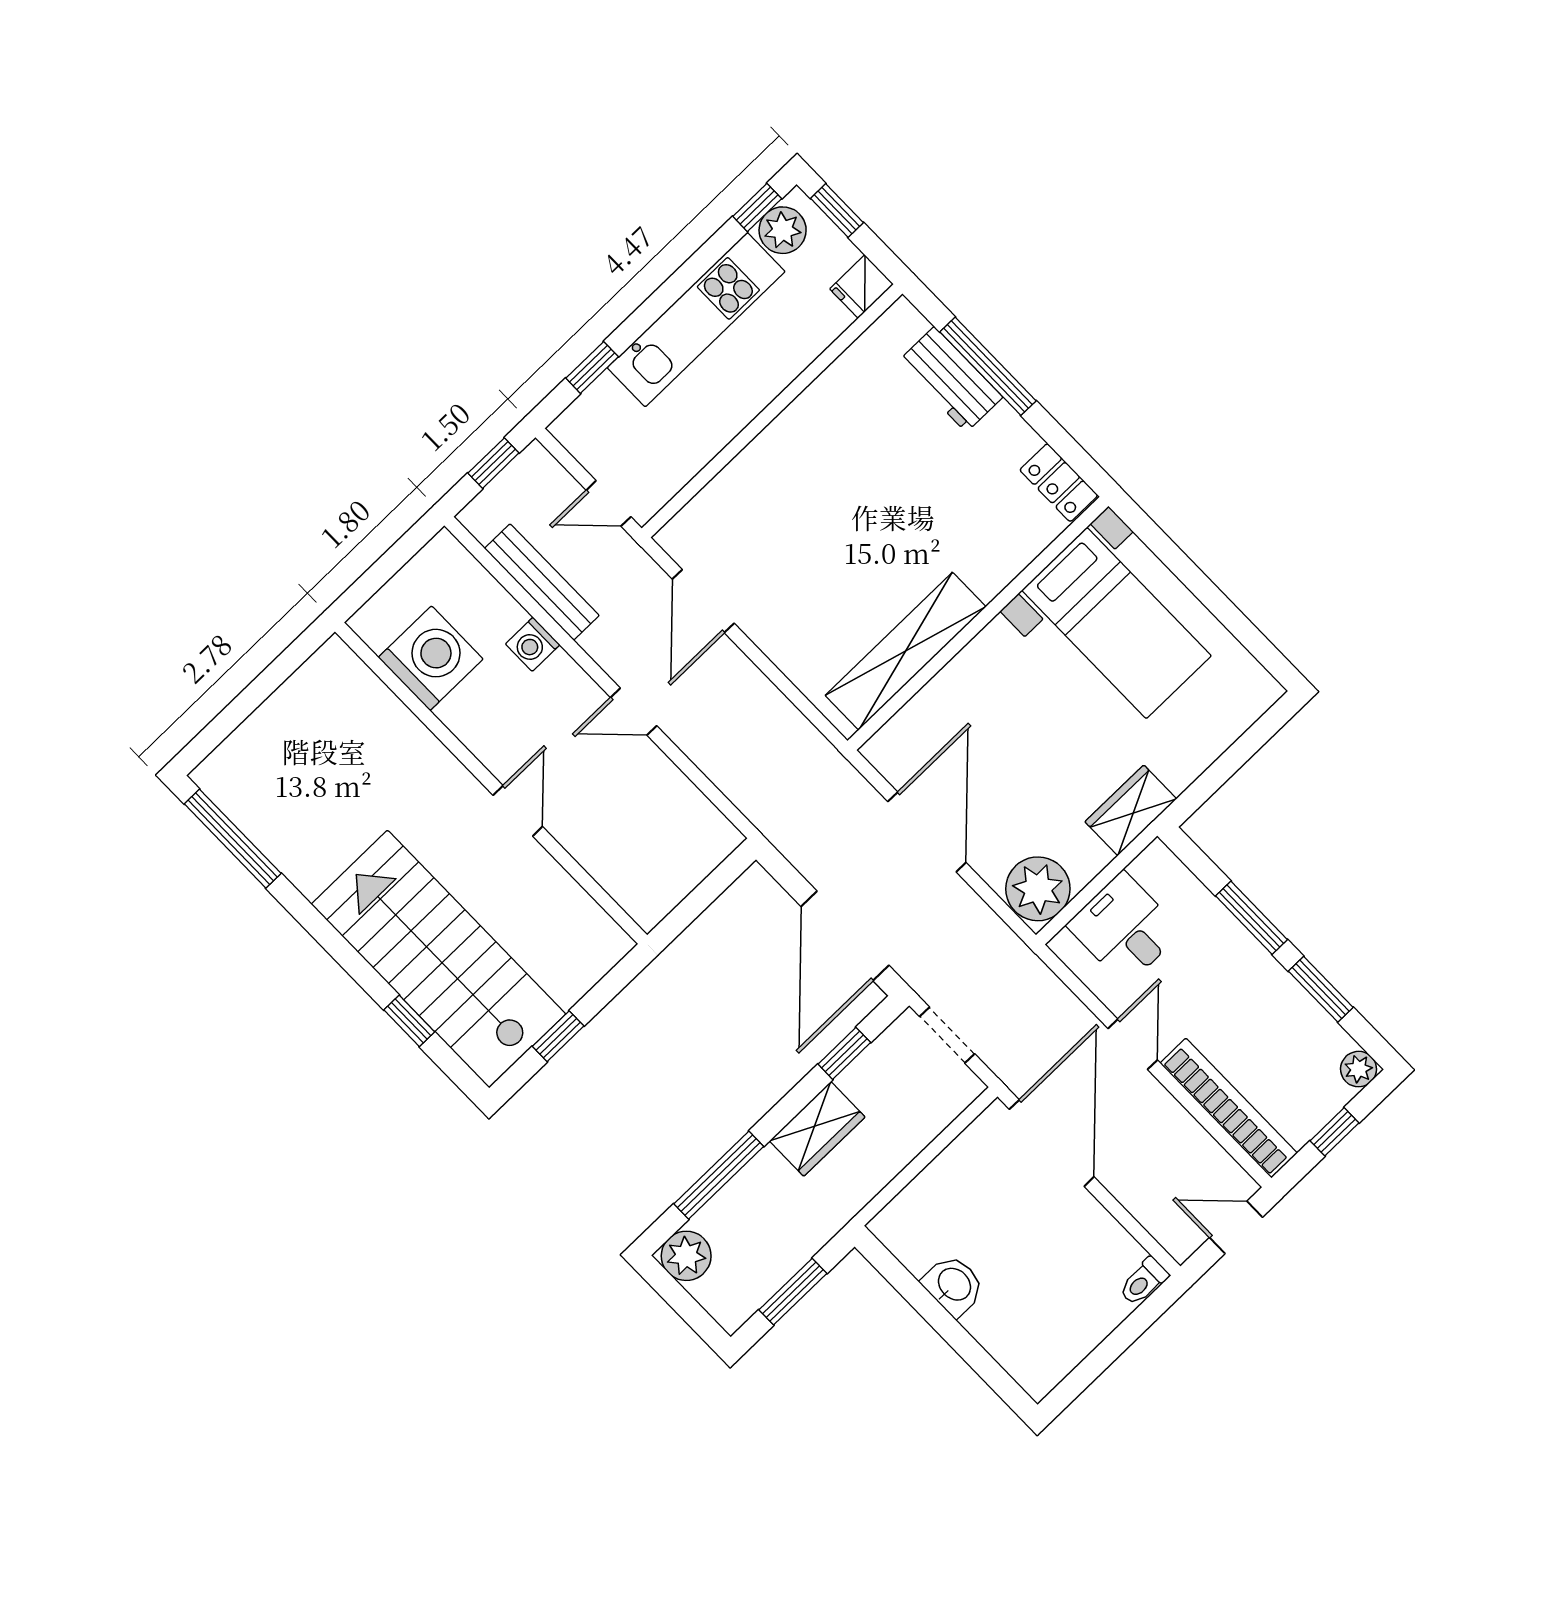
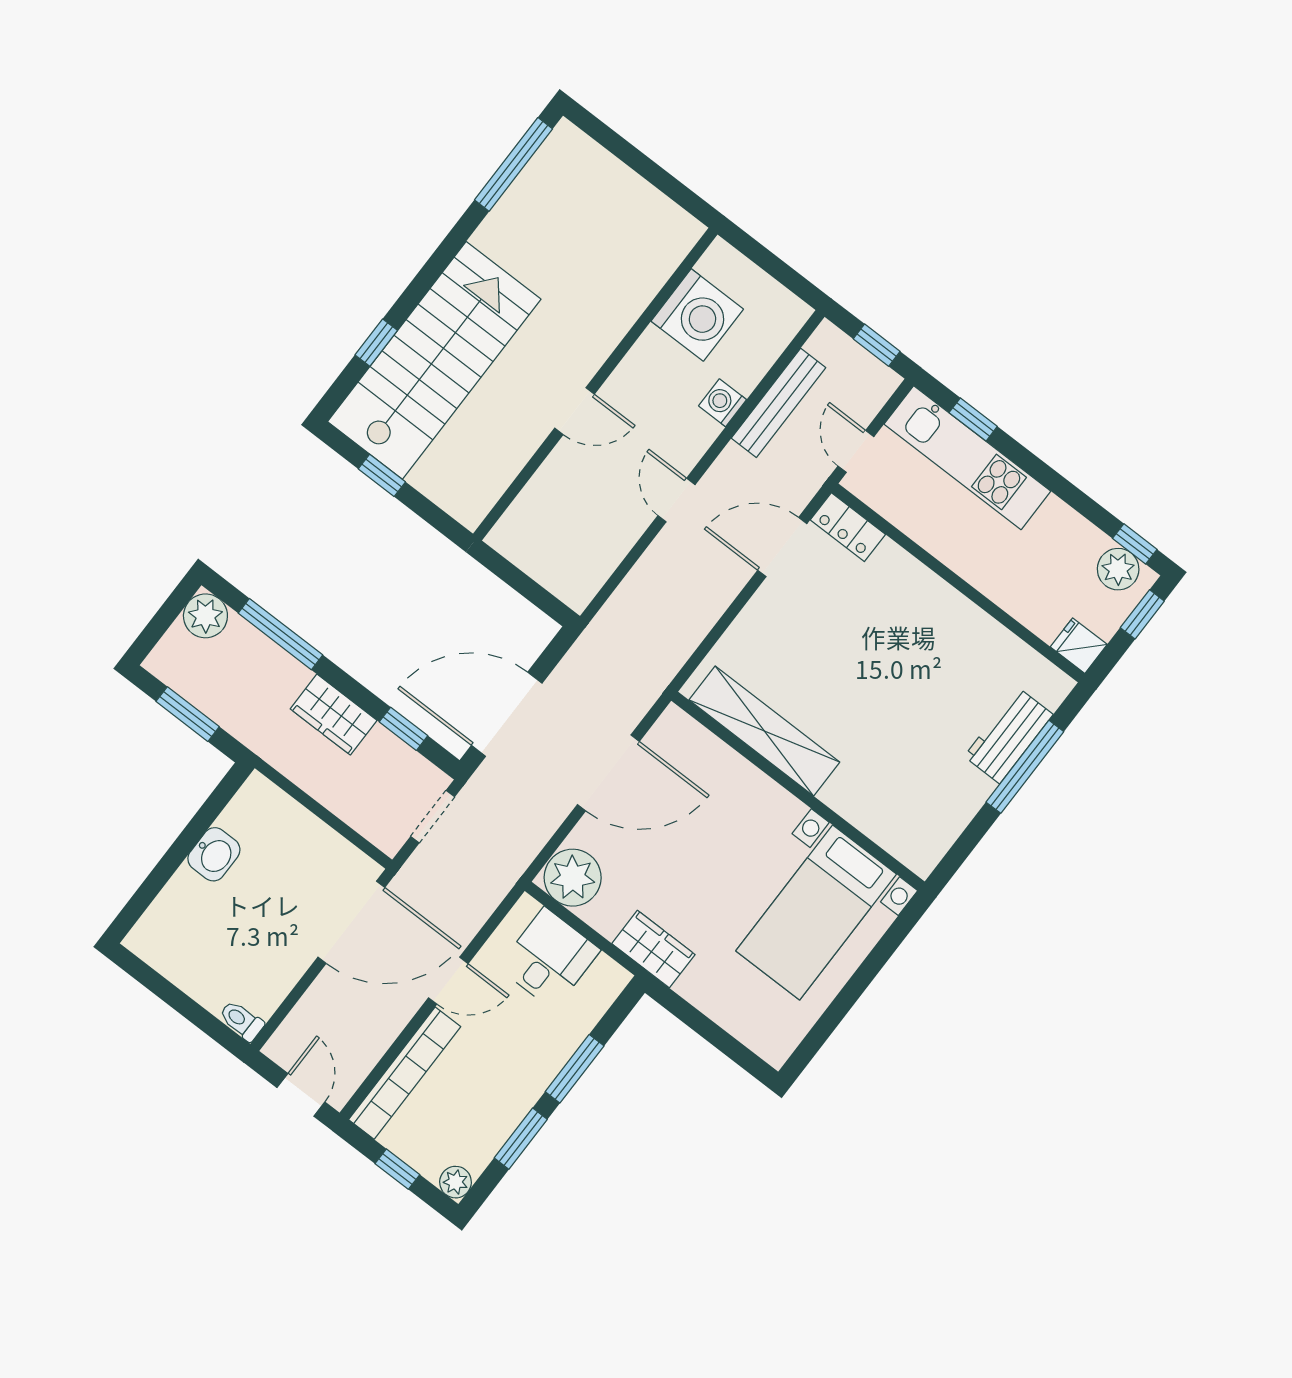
kitchen unit: (696, 320) -> (967, 458), moved
locker: (1059, 483) -> (848, 527), moved, turned -90

